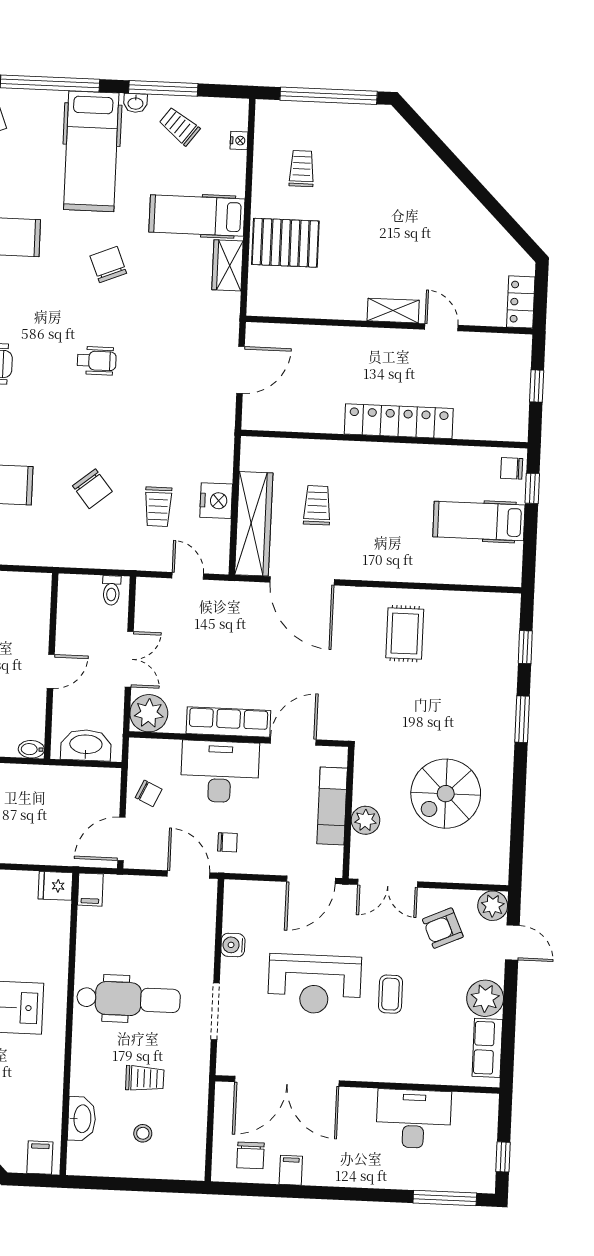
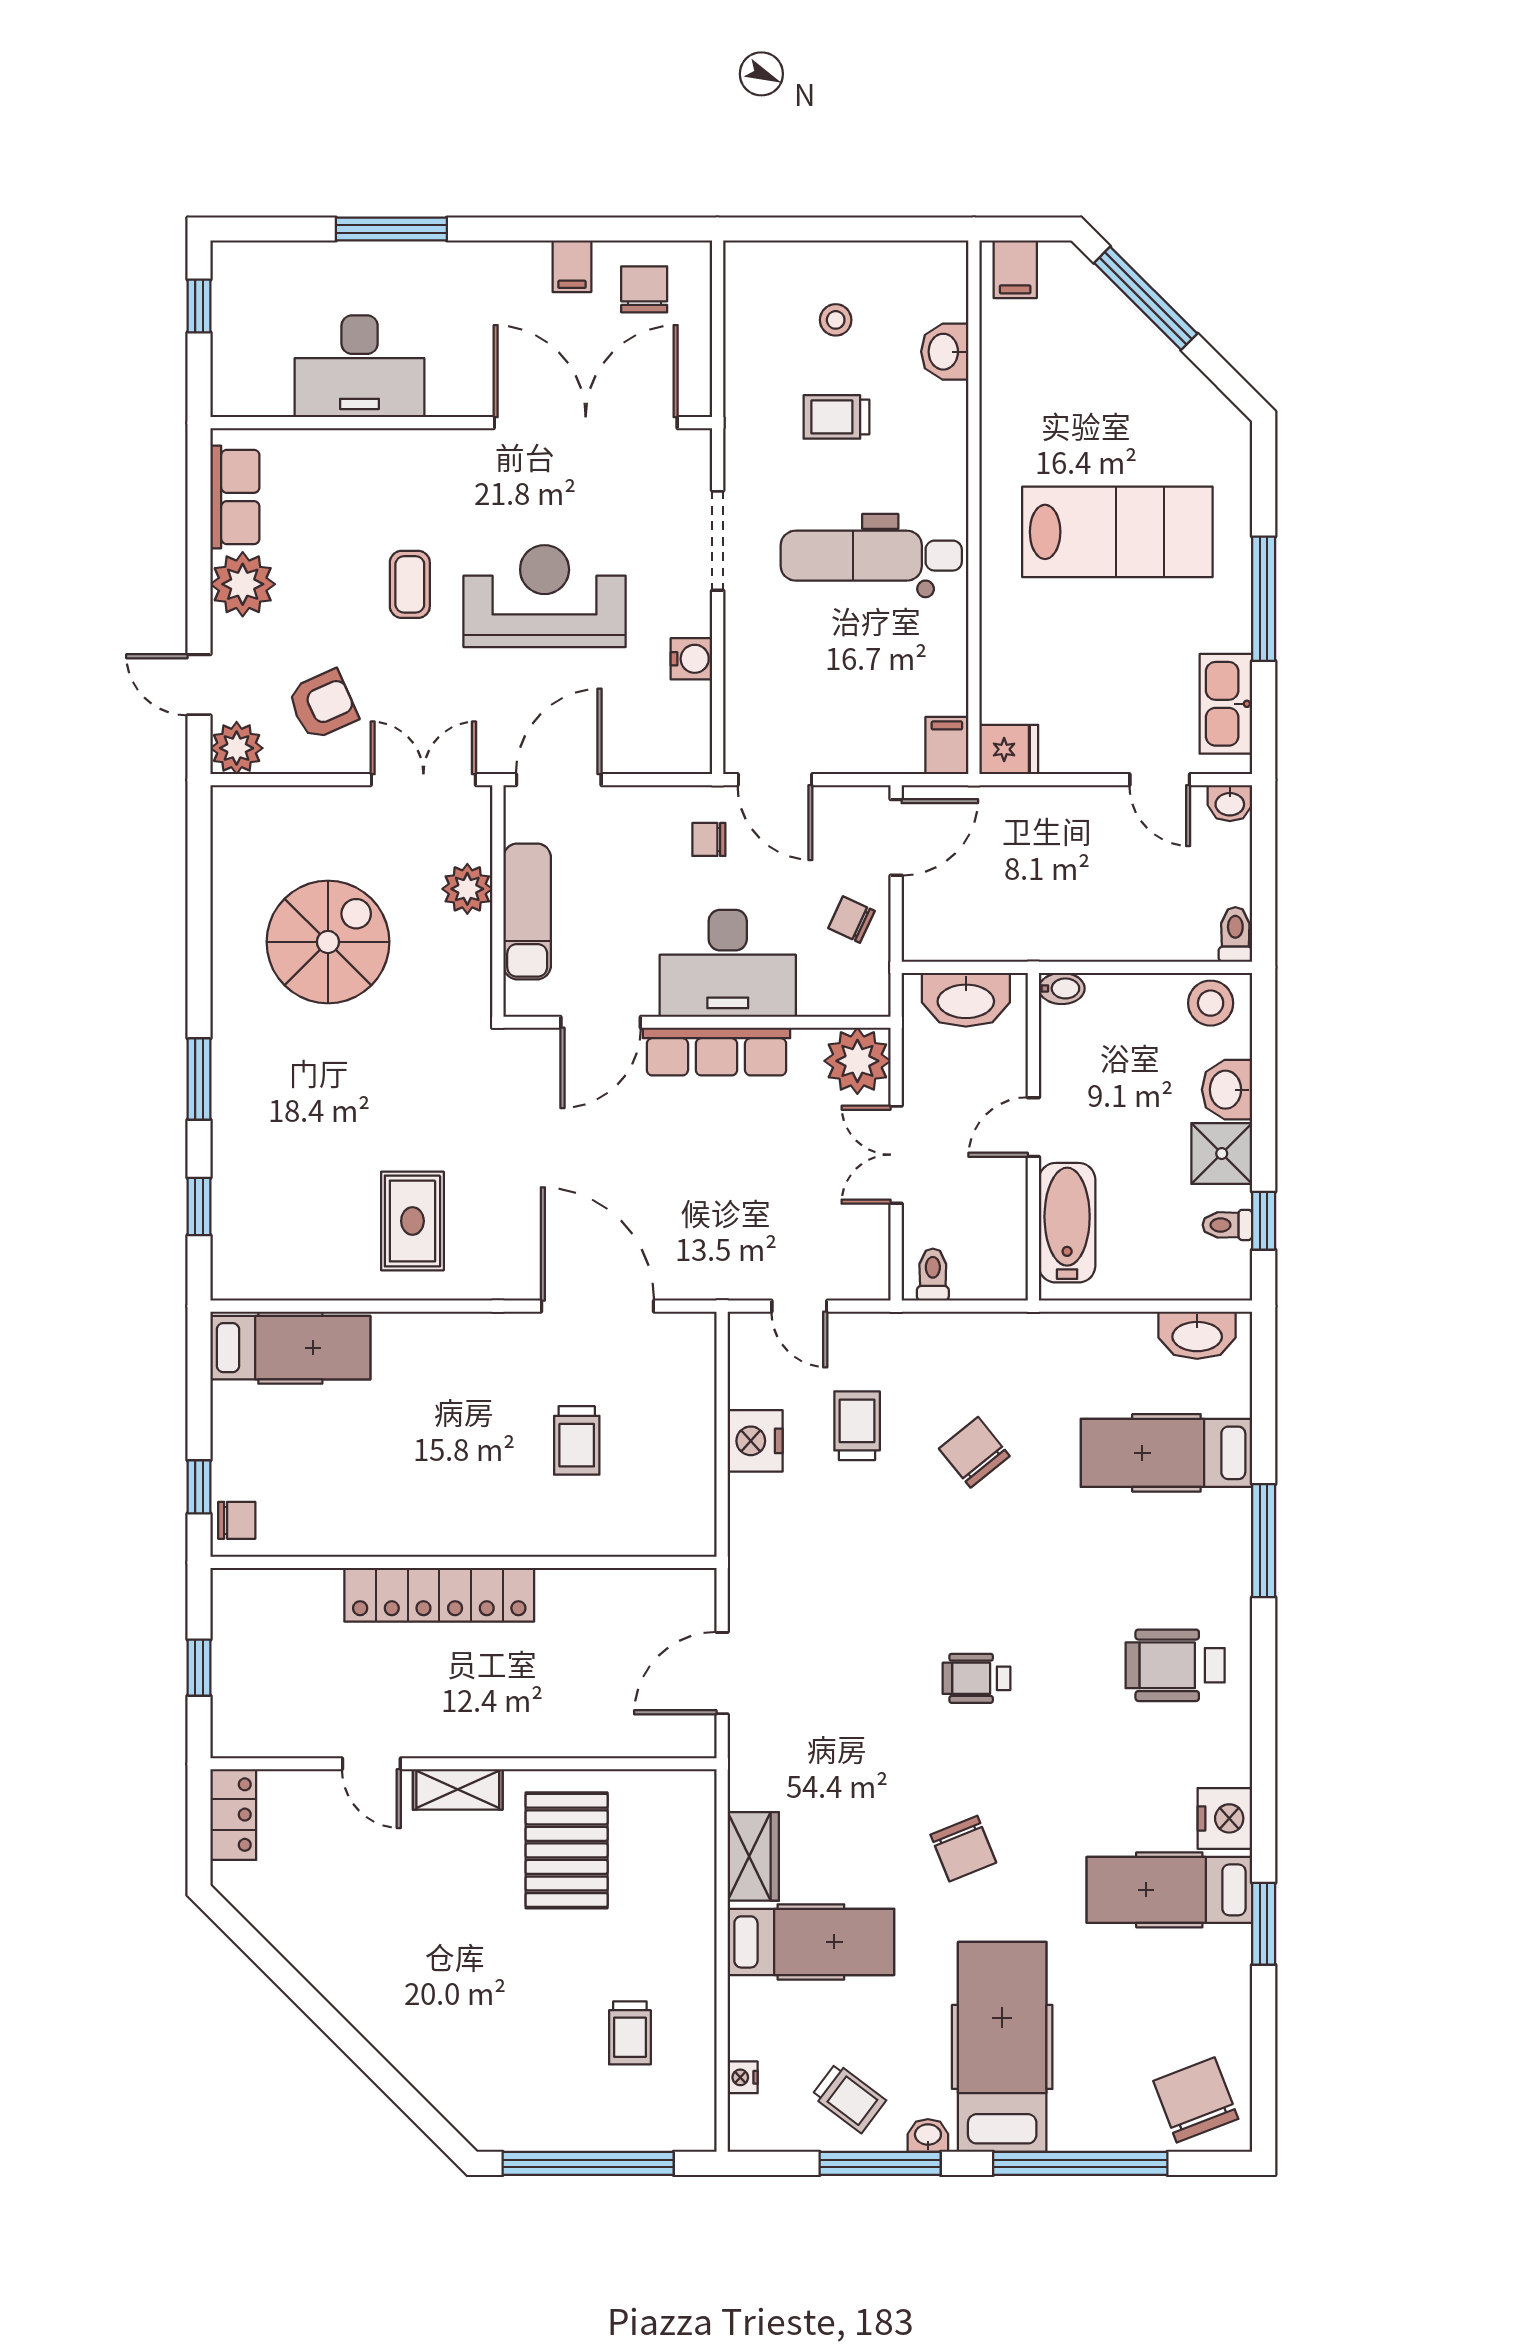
pallet: (285, 243) -> (567, 1850), moved, turned 90
hospital bed: (479, 521) -> (290, 1348), moved
wardrobe: (254, 524) -> (687, 1403), removed
bathtub: (34, 616) -> (1067, 1223), added
washbasin: (82, 1119) -> (945, 352), width x0.72
window: (445, 1198) -> (391, 229), moved

